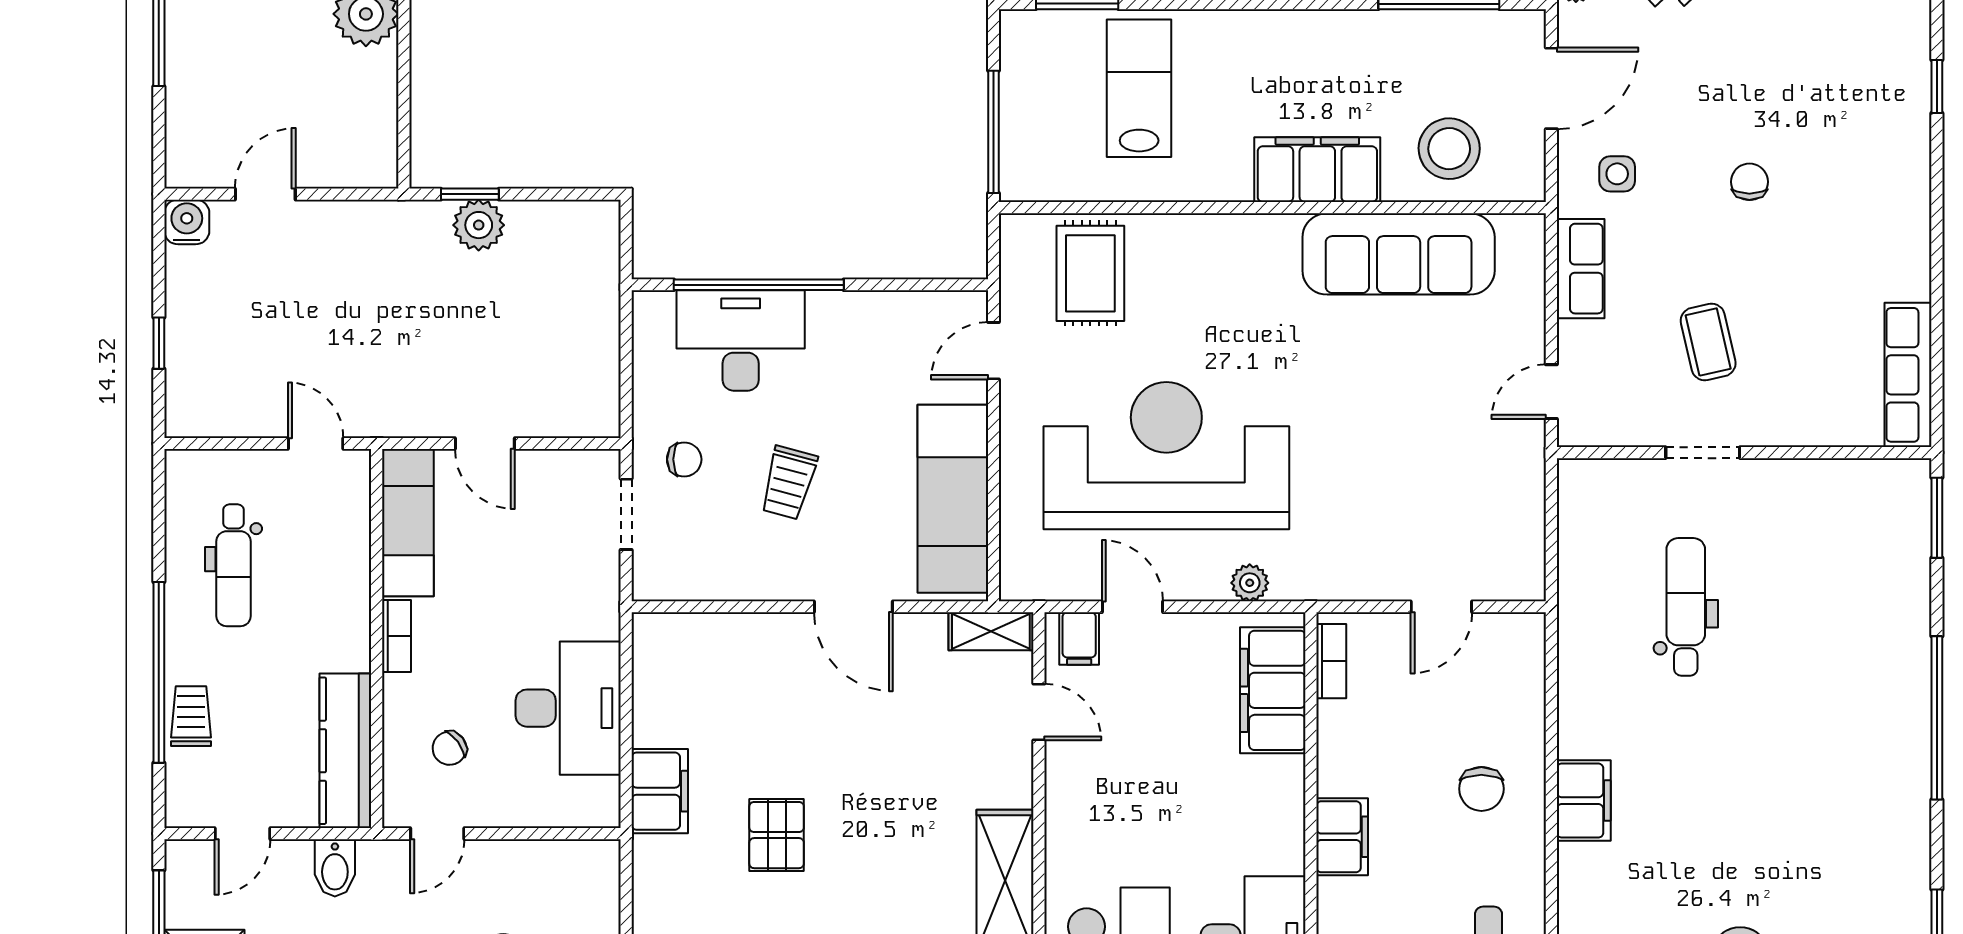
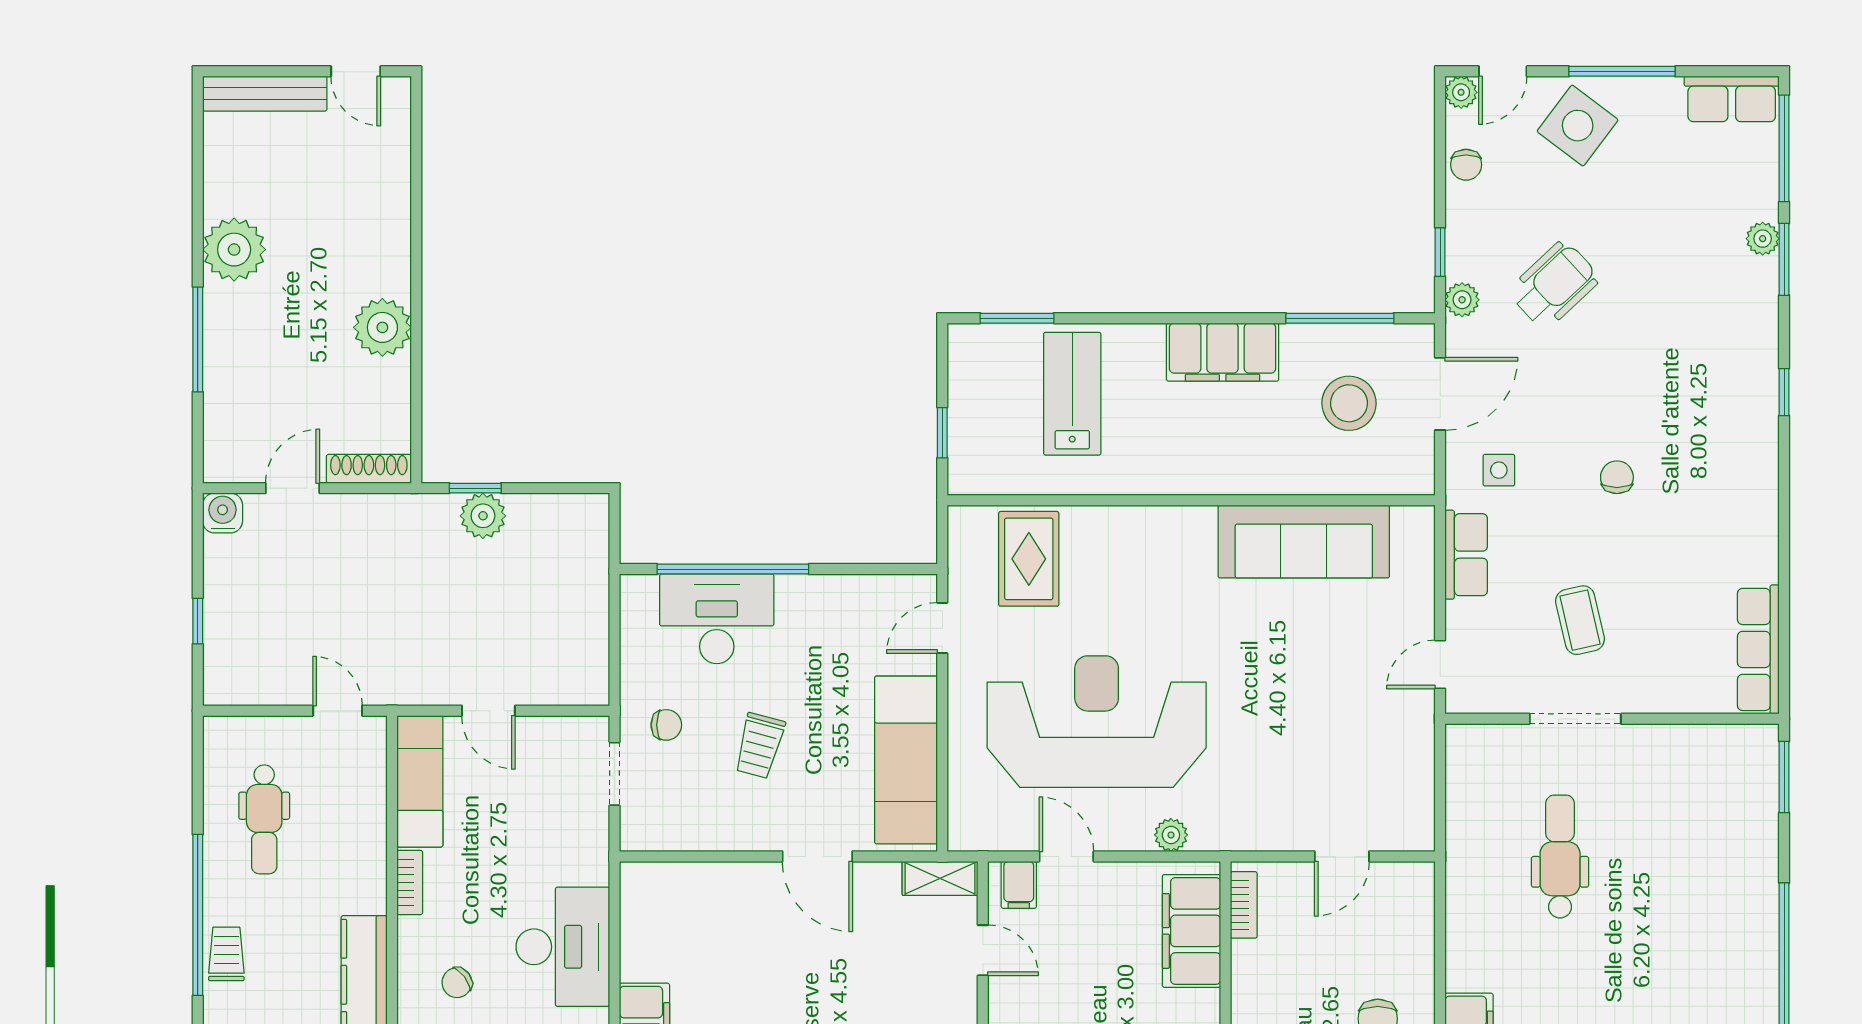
window: (993, 132) -> (942, 433), width x0.46
stool: (1449, 149) -> (1349, 403), moved
filing cabinet: (1317, 170) -> (1223, 352), moved, turned 180
shoe rack: (351, 172) -> (369, 469), added
doorway: (1703, 453) -> (1575, 719), width x1.38

